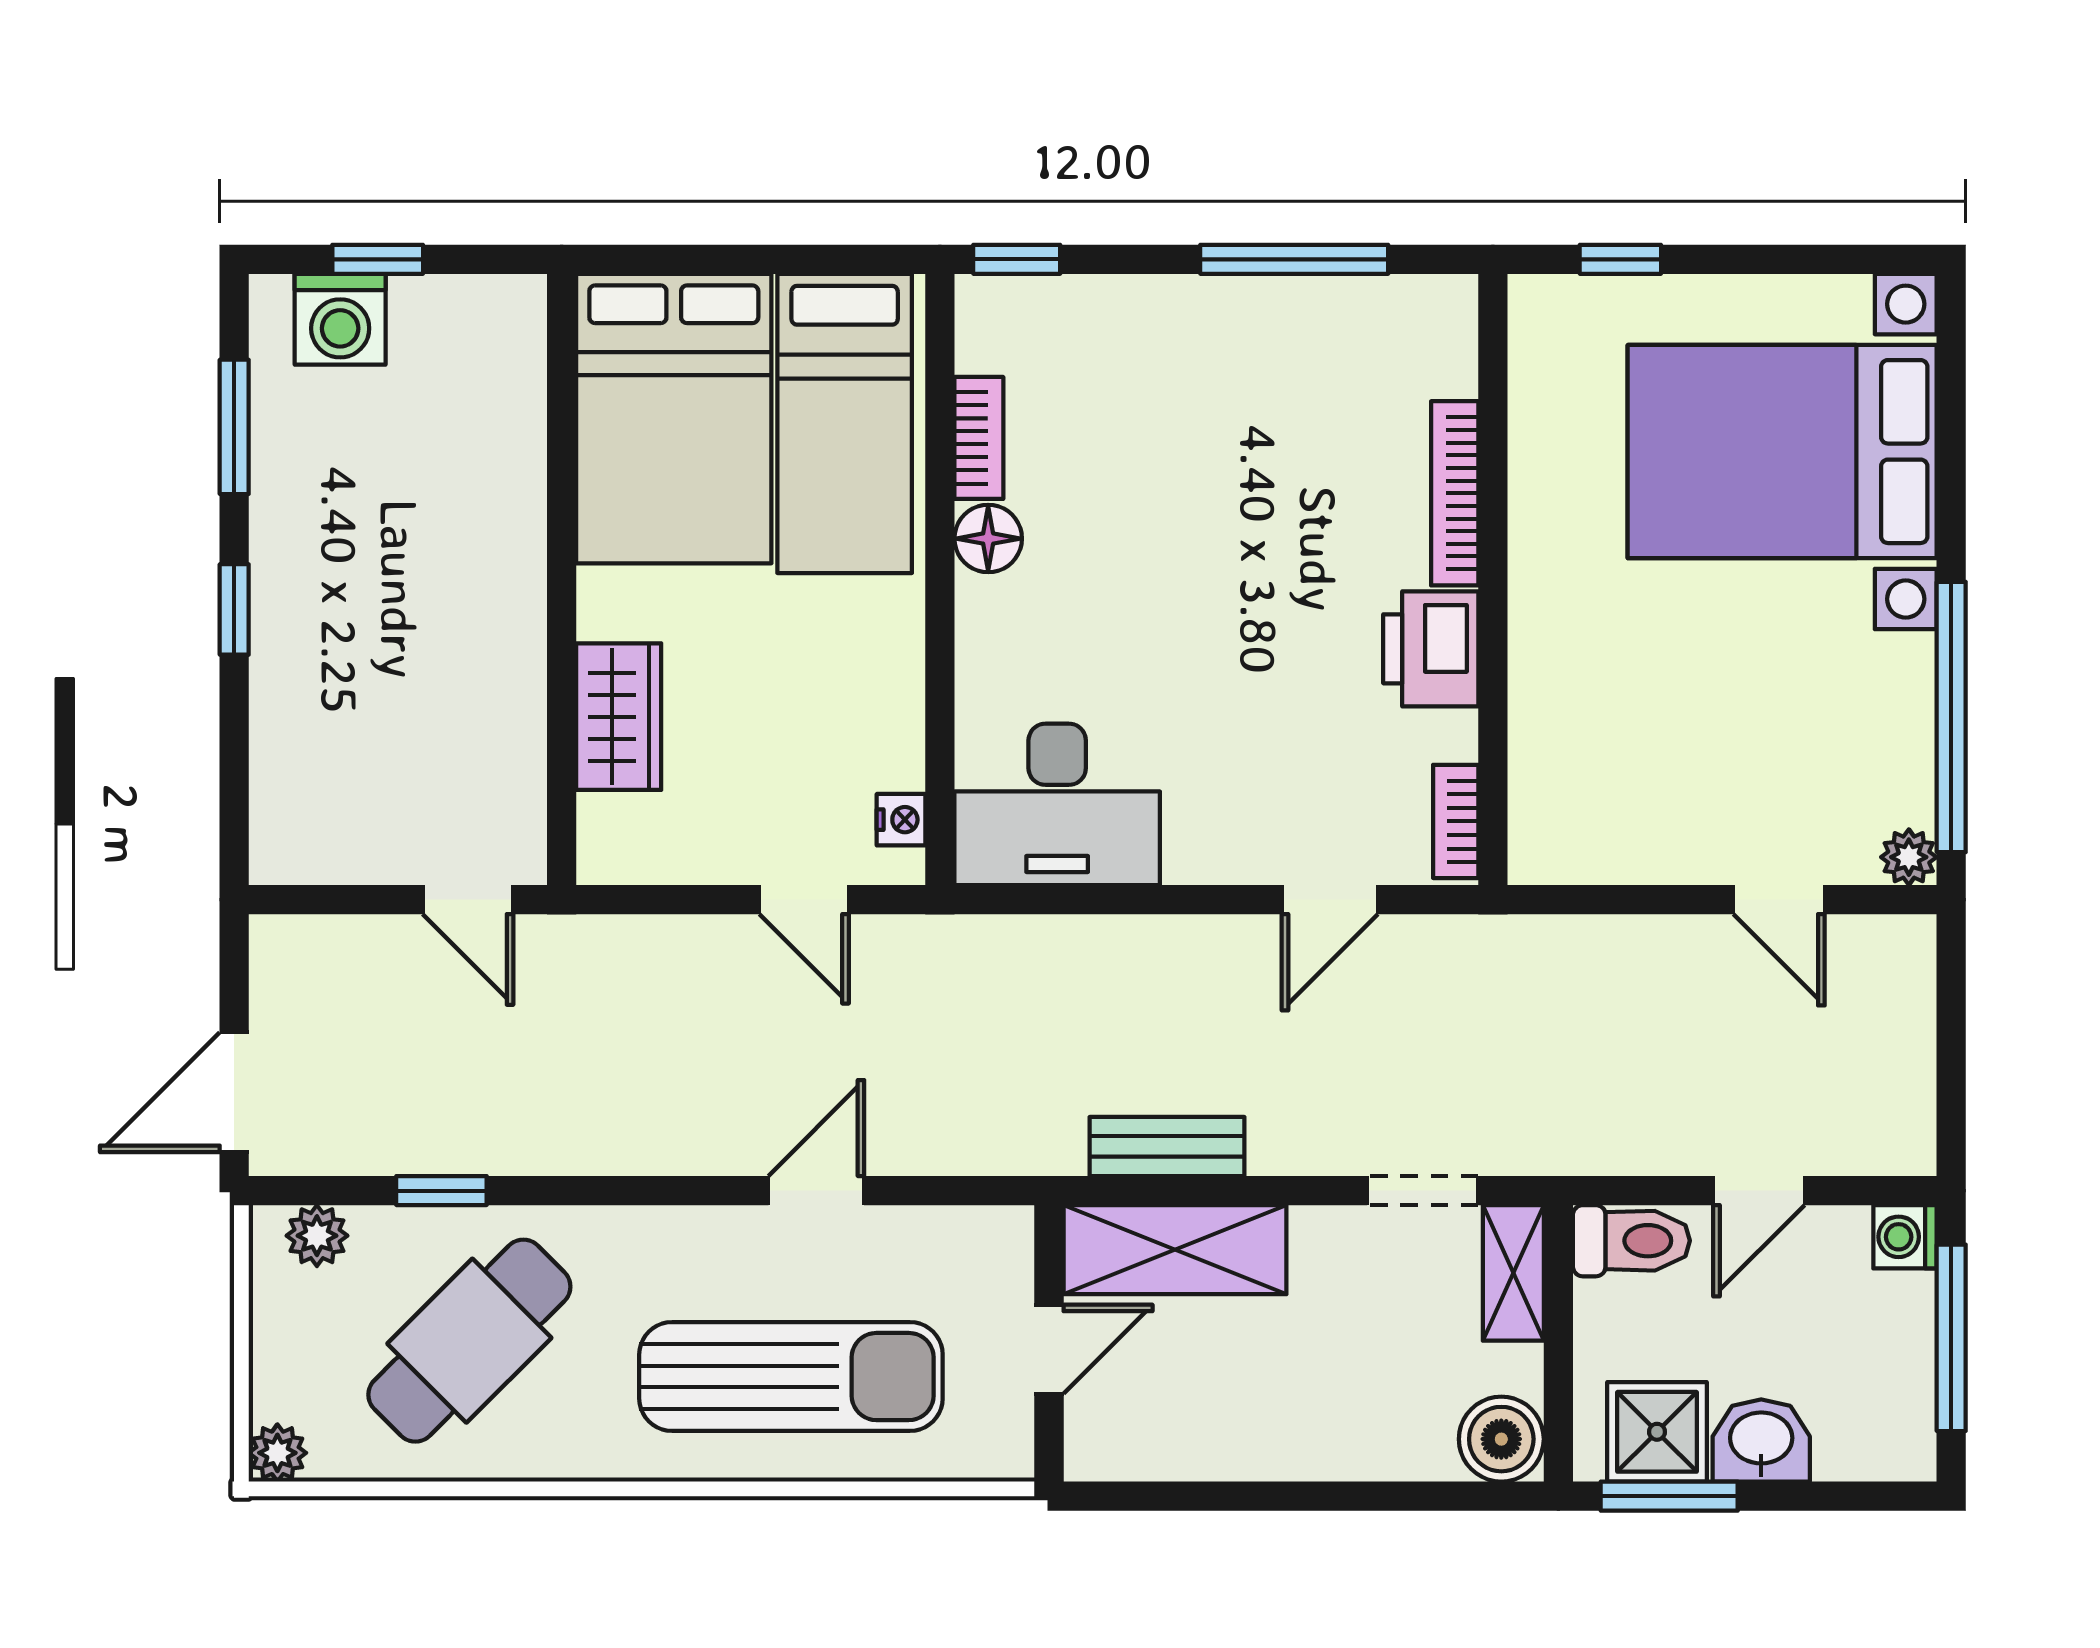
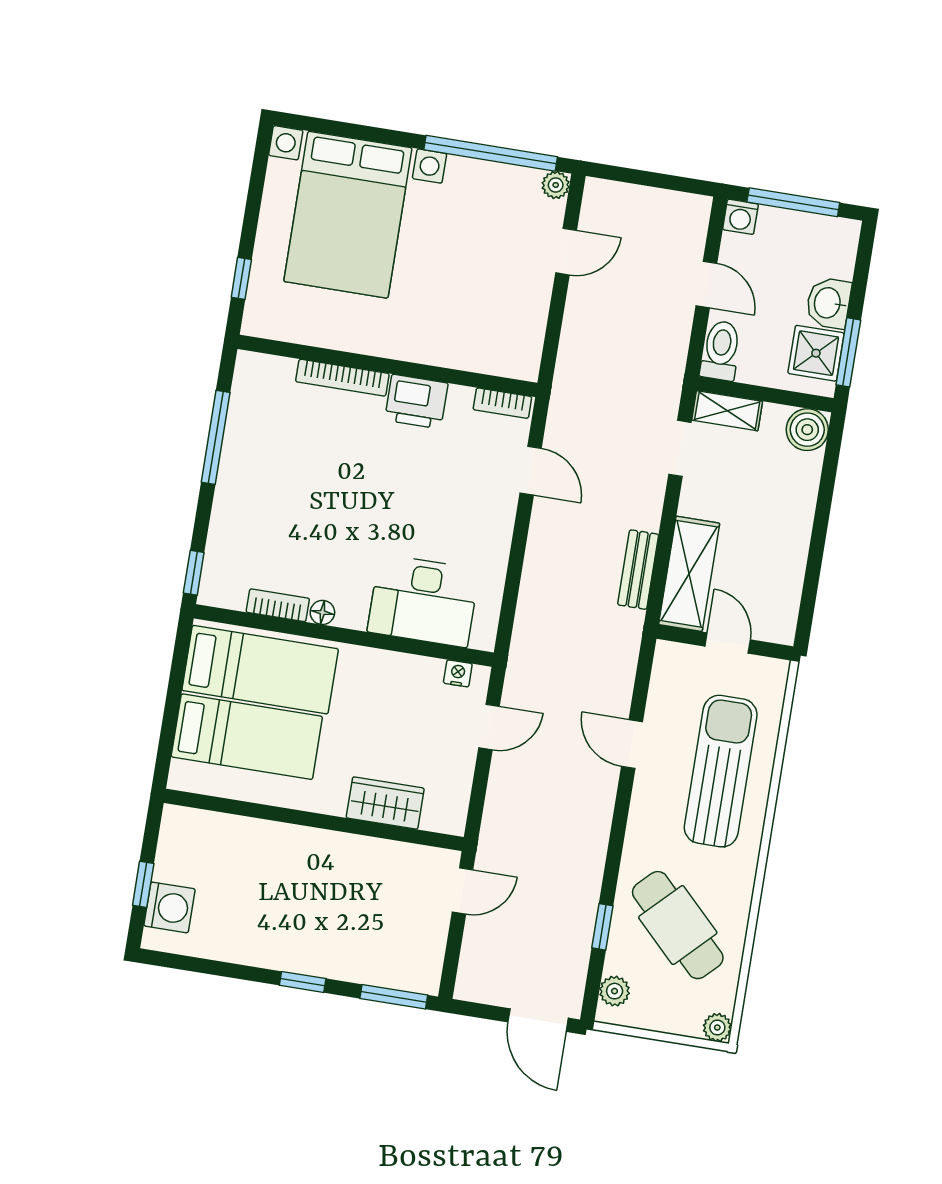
bed: (674, 419) -> (247, 737), width x0.67
window: (234, 427) -> (394, 997), moved
floor lamp: (988, 539) -> (322, 612), width x0.73, depth x0.73
desk: (1057, 804) -> (423, 601), moved, turned 90

